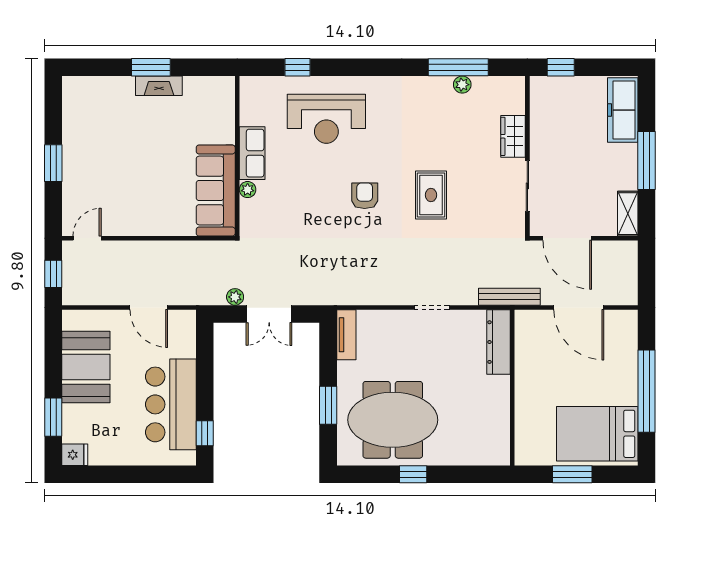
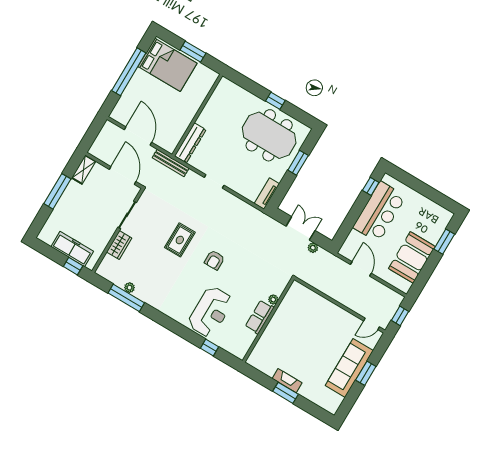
freezer: (623, 110) -> (72, 249), moved, turned -90
reception desk: (326, 119) -> (211, 312), turned 90
sofa: (216, 190) -> (349, 368), moved, turned 180
fridge: (75, 455) -> (445, 215), removed

